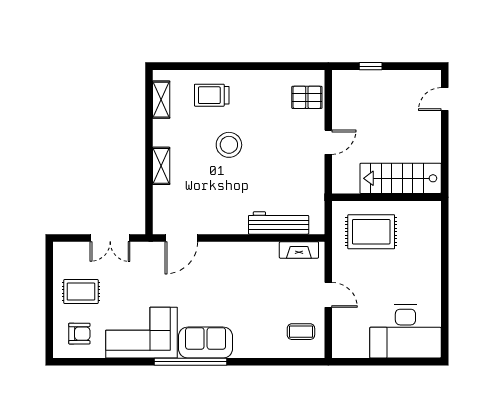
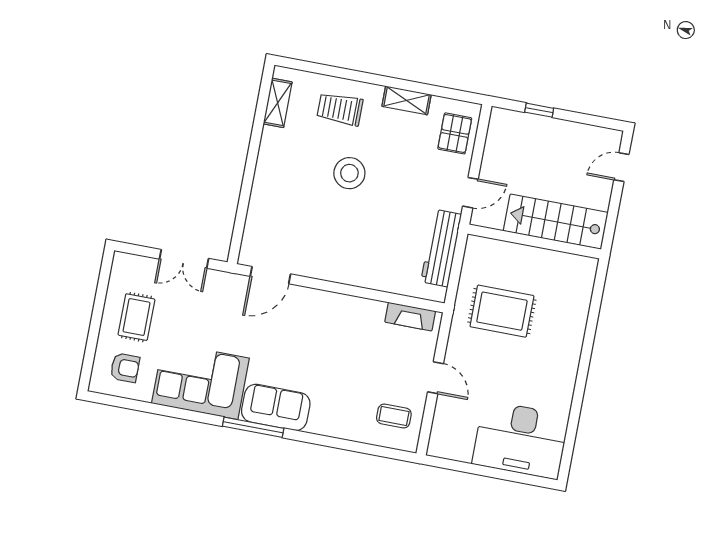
pallet: (307, 97) -> (455, 133), turned 90
shelving: (161, 166) -> (407, 100), moved, turned 90
stairs: (401, 178) -> (556, 222), moved
wall: (387, 197) -> (534, 241), moved
workbench: (279, 223) -> (441, 248), moved, turned -90
rug: (81, 292) -> (136, 317), turned 90
window: (190, 362) -> (253, 427), width x0.68

